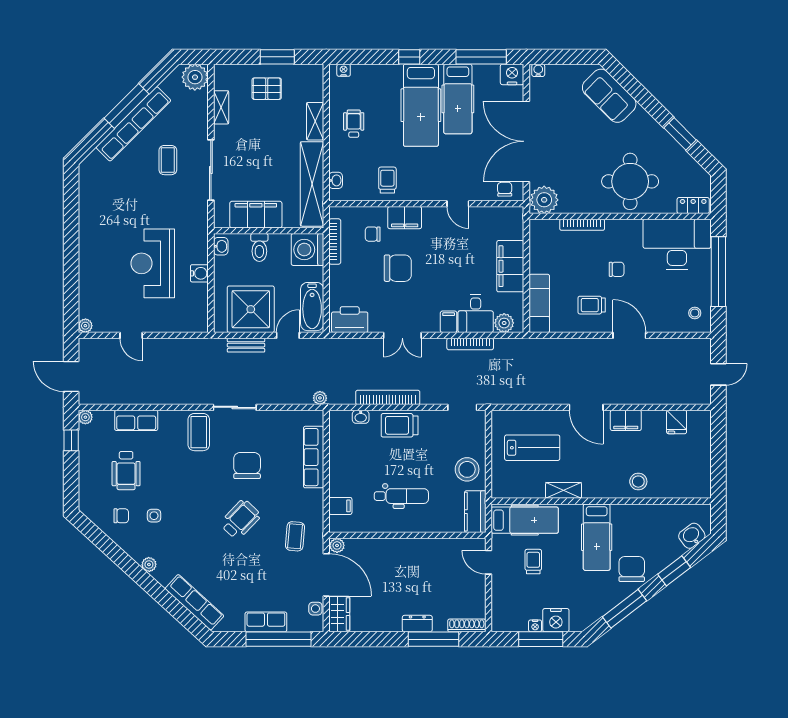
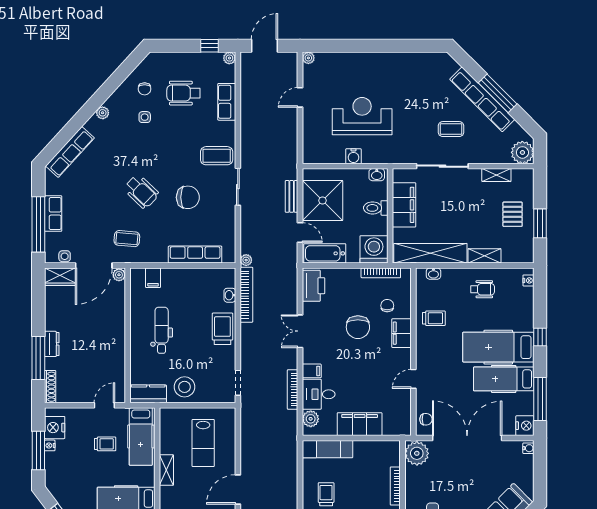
bookcase: (388, 397) -> (246, 295), moved
dental chair: (401, 496) -> (162, 330), turned 180
nightstand: (556, 620) -> (55, 428), moved

